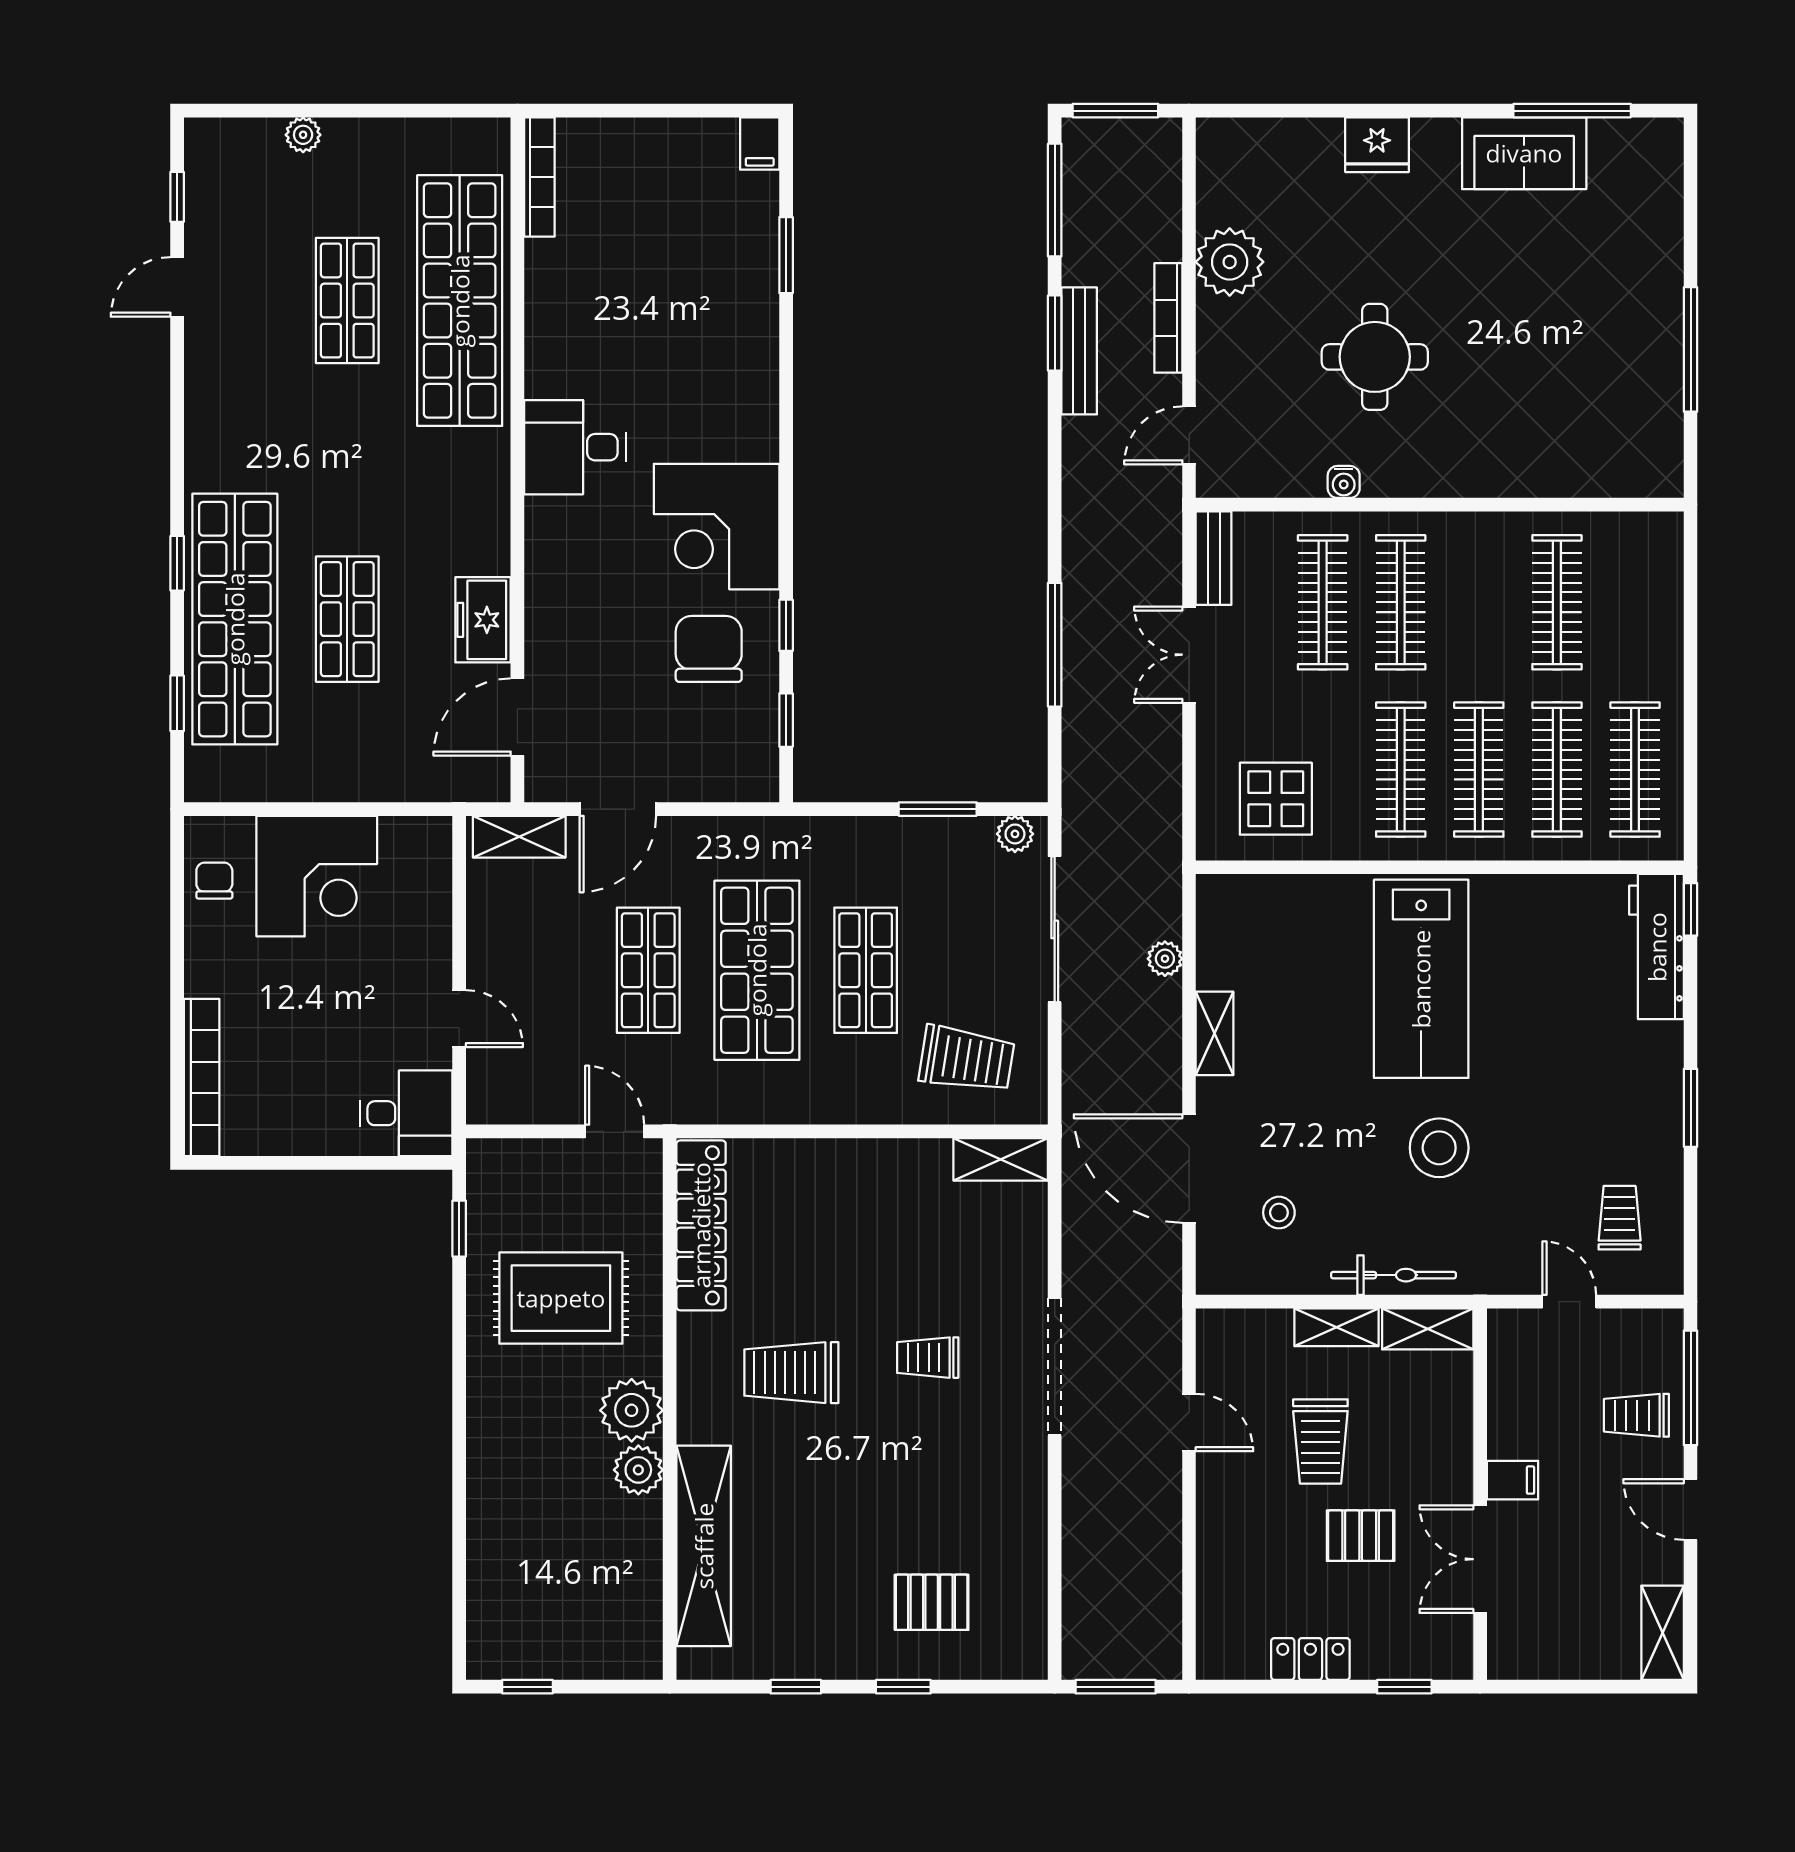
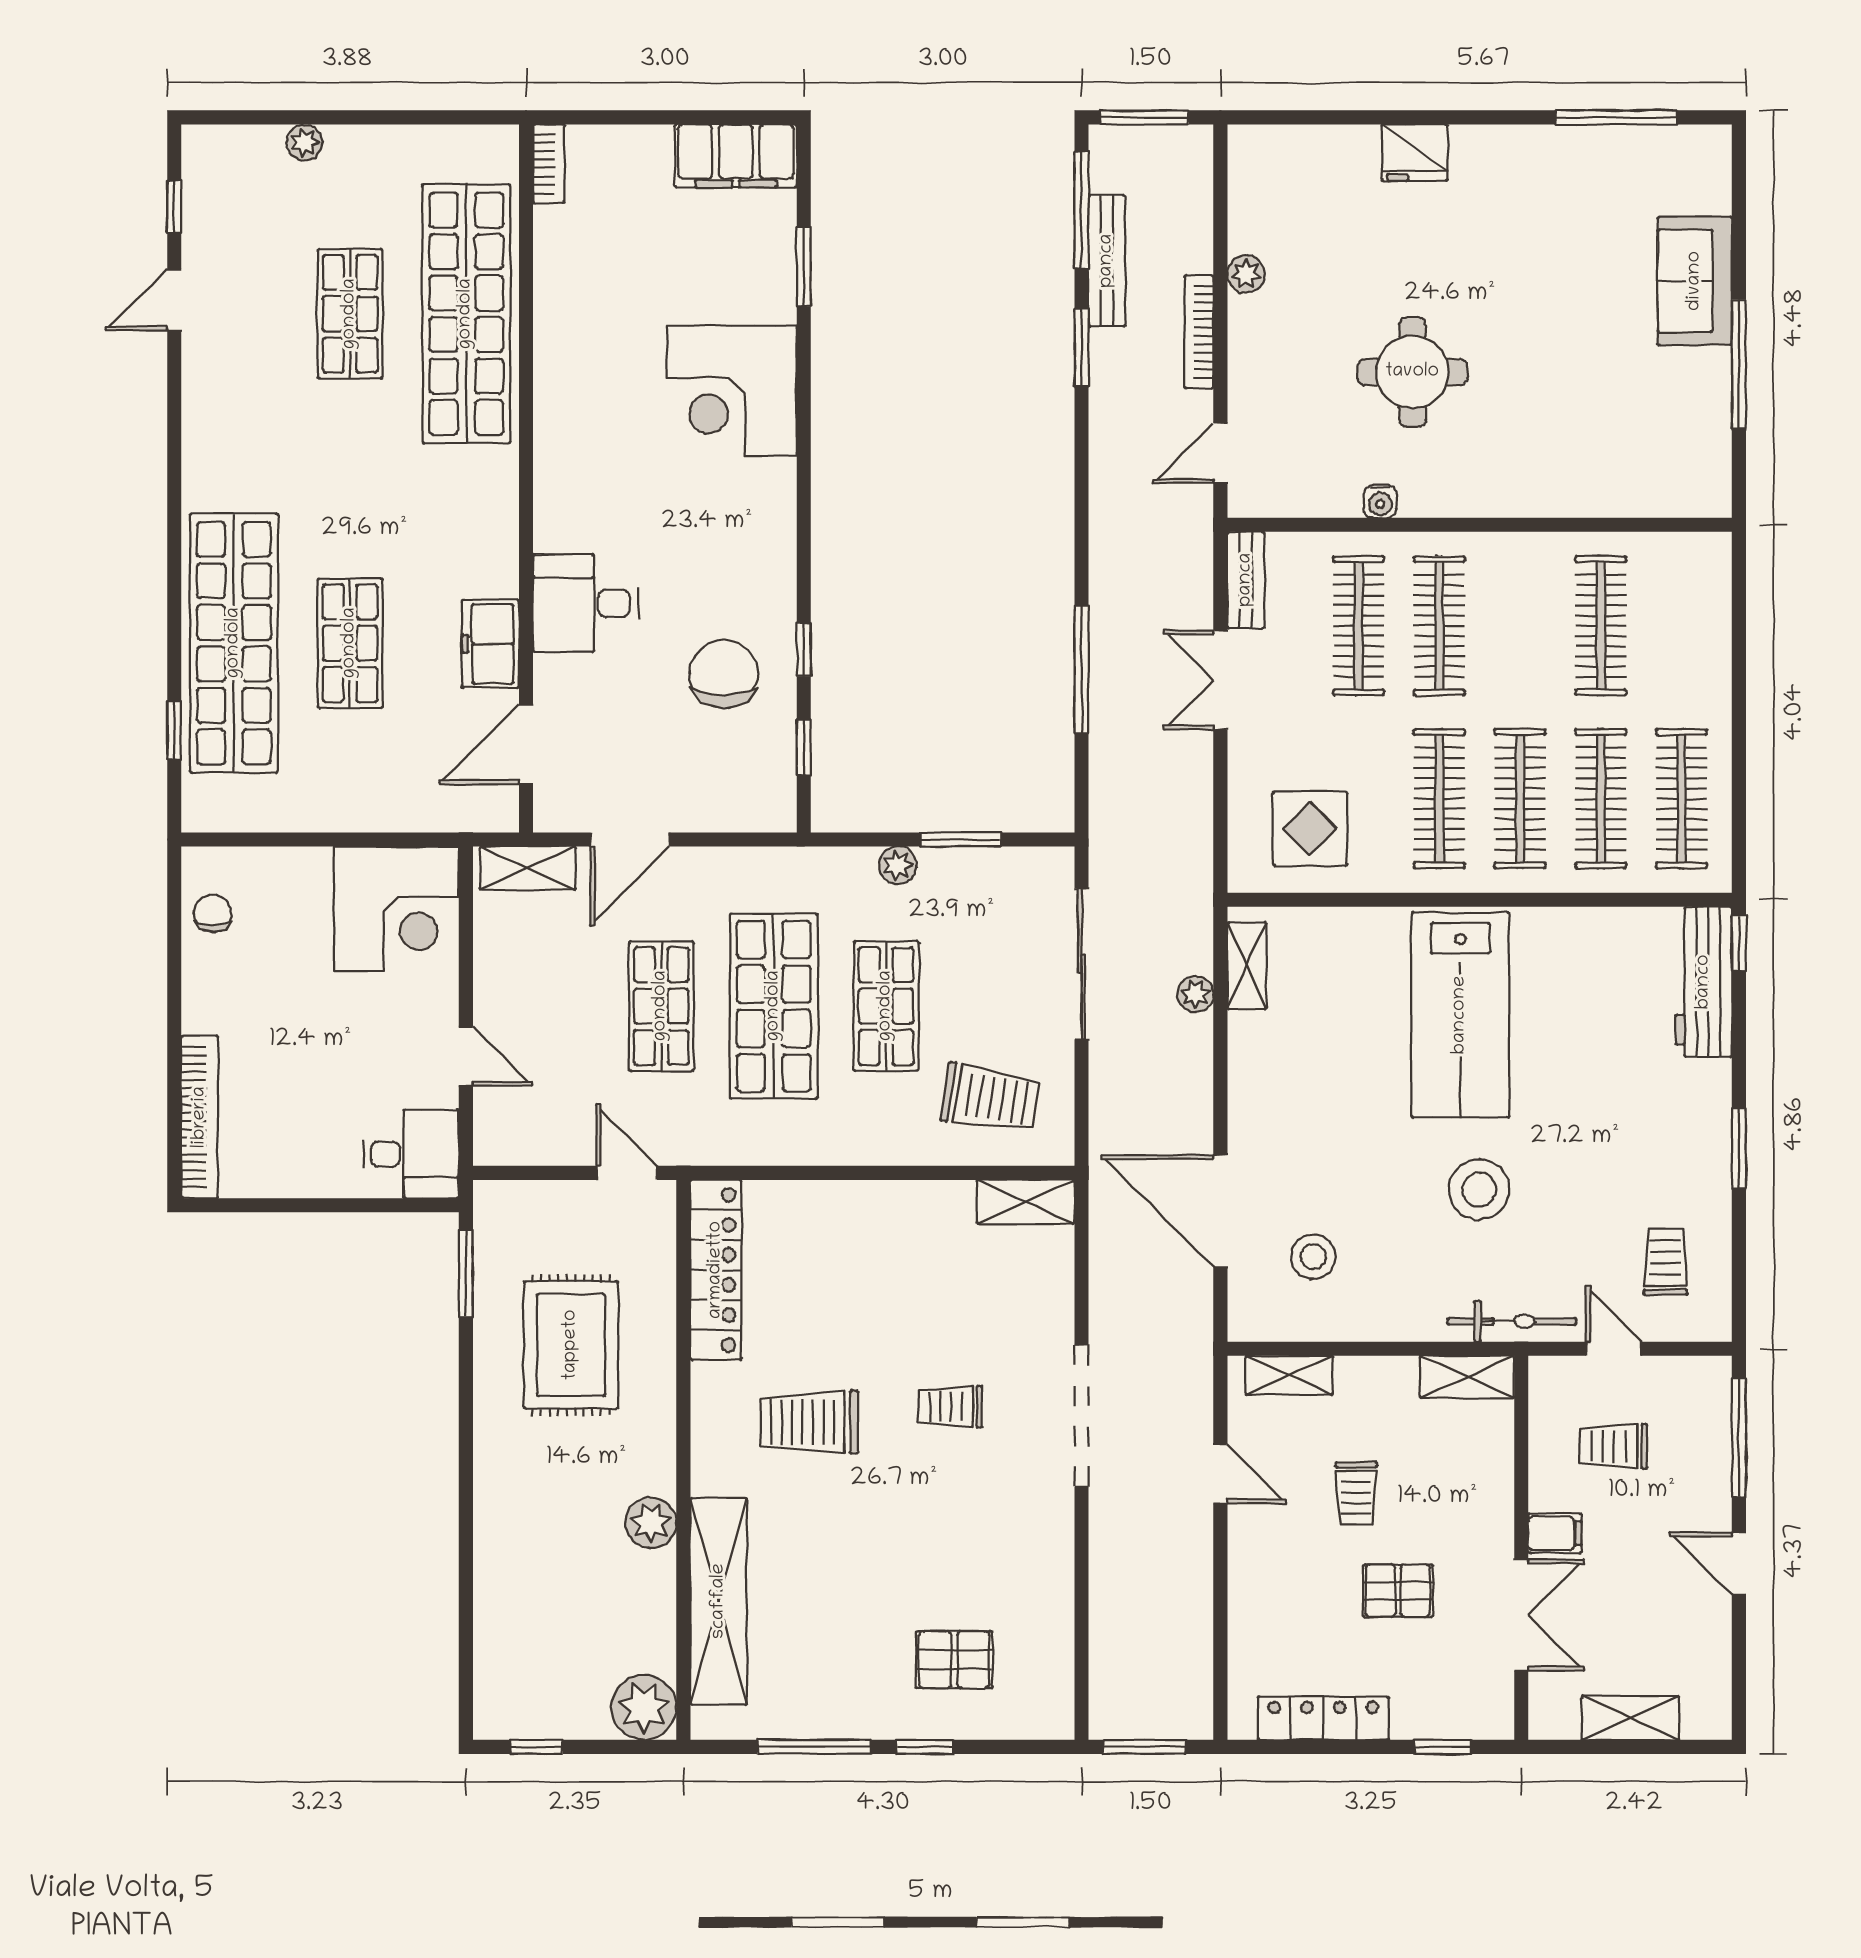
filing cabinet: (760, 144) -> (736, 156), width x3.00, depth x1.17
sofa: (1524, 153) -> (1695, 281), moved, turned 90
bookcase: (539, 177) -> (549, 164), width x0.64
plant: (1230, 262) -> (1246, 274), width x0.53, depth x0.53
bench: (1079, 351) -> (1107, 261), moved
desk: (575, 447) -> (585, 603), moved
corner desk: (717, 527) -> (732, 391), moved
window: (177, 563) -> (174, 585), removed
plant: (1015, 834) -> (898, 865), moved
corner desk: (317, 876) -> (396, 909), moved
shelving: (1215, 1033) -> (1247, 966), moved
stool: (1279, 1213) -> (1313, 1257), width x1.37, depth x1.37
window: (459, 1229) -> (466, 1273), width x1.50
bicycle: (1393, 1275) -> (1512, 1321), moved
rug: (561, 1298) -> (571, 1345), turned 90
shelving: (1336, 1327) -> (1289, 1375), moved
plant: (632, 1410) -> (644, 1707), moved
trolley: (1636, 1415) -> (1613, 1446), moved
trolley: (1320, 1441) -> (1356, 1493), width x0.73, depth x0.72
double door: (1480, 1559) -> (1521, 1615), swing flipped
shelving: (1663, 1633) -> (1630, 1718), moved, turned 90
locker: (1310, 1659) -> (1323, 1718), width x1.53
window: (796, 1687) -> (814, 1747), width x2.17

